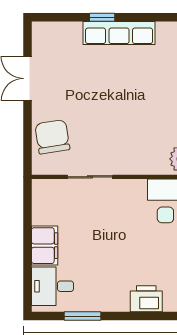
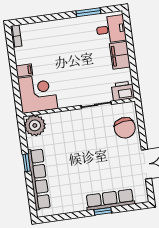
row of seats: (119, 33) -> (110, 200), moved
printer: (146, 299) -> (123, 91), moved, turned 180

